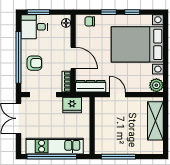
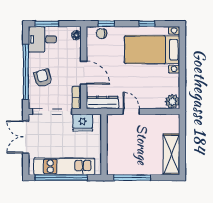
window: (109, 12) -> (106, 24), moved
bed with nightstands: (137, 44) -> (152, 50), width x0.73
armchair: (34, 63) -> (43, 78), turned -105
doorway: (43, 95) -> (52, 111), width x1.36
shelving: (155, 121) -> (171, 154), moved

